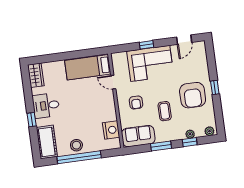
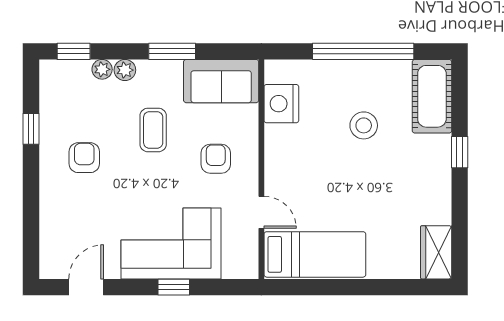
window: (215, 87) -> (31, 129), moved
armchair: (193, 95) -> (84, 158), width x0.53, depth x0.53
desk: (46, 106) -> (422, 180), removed
plant: (209, 131) -> (125, 70), moved
window: (190, 142) -> (74, 51), moved
stool: (76, 145) -> (364, 125), moved

